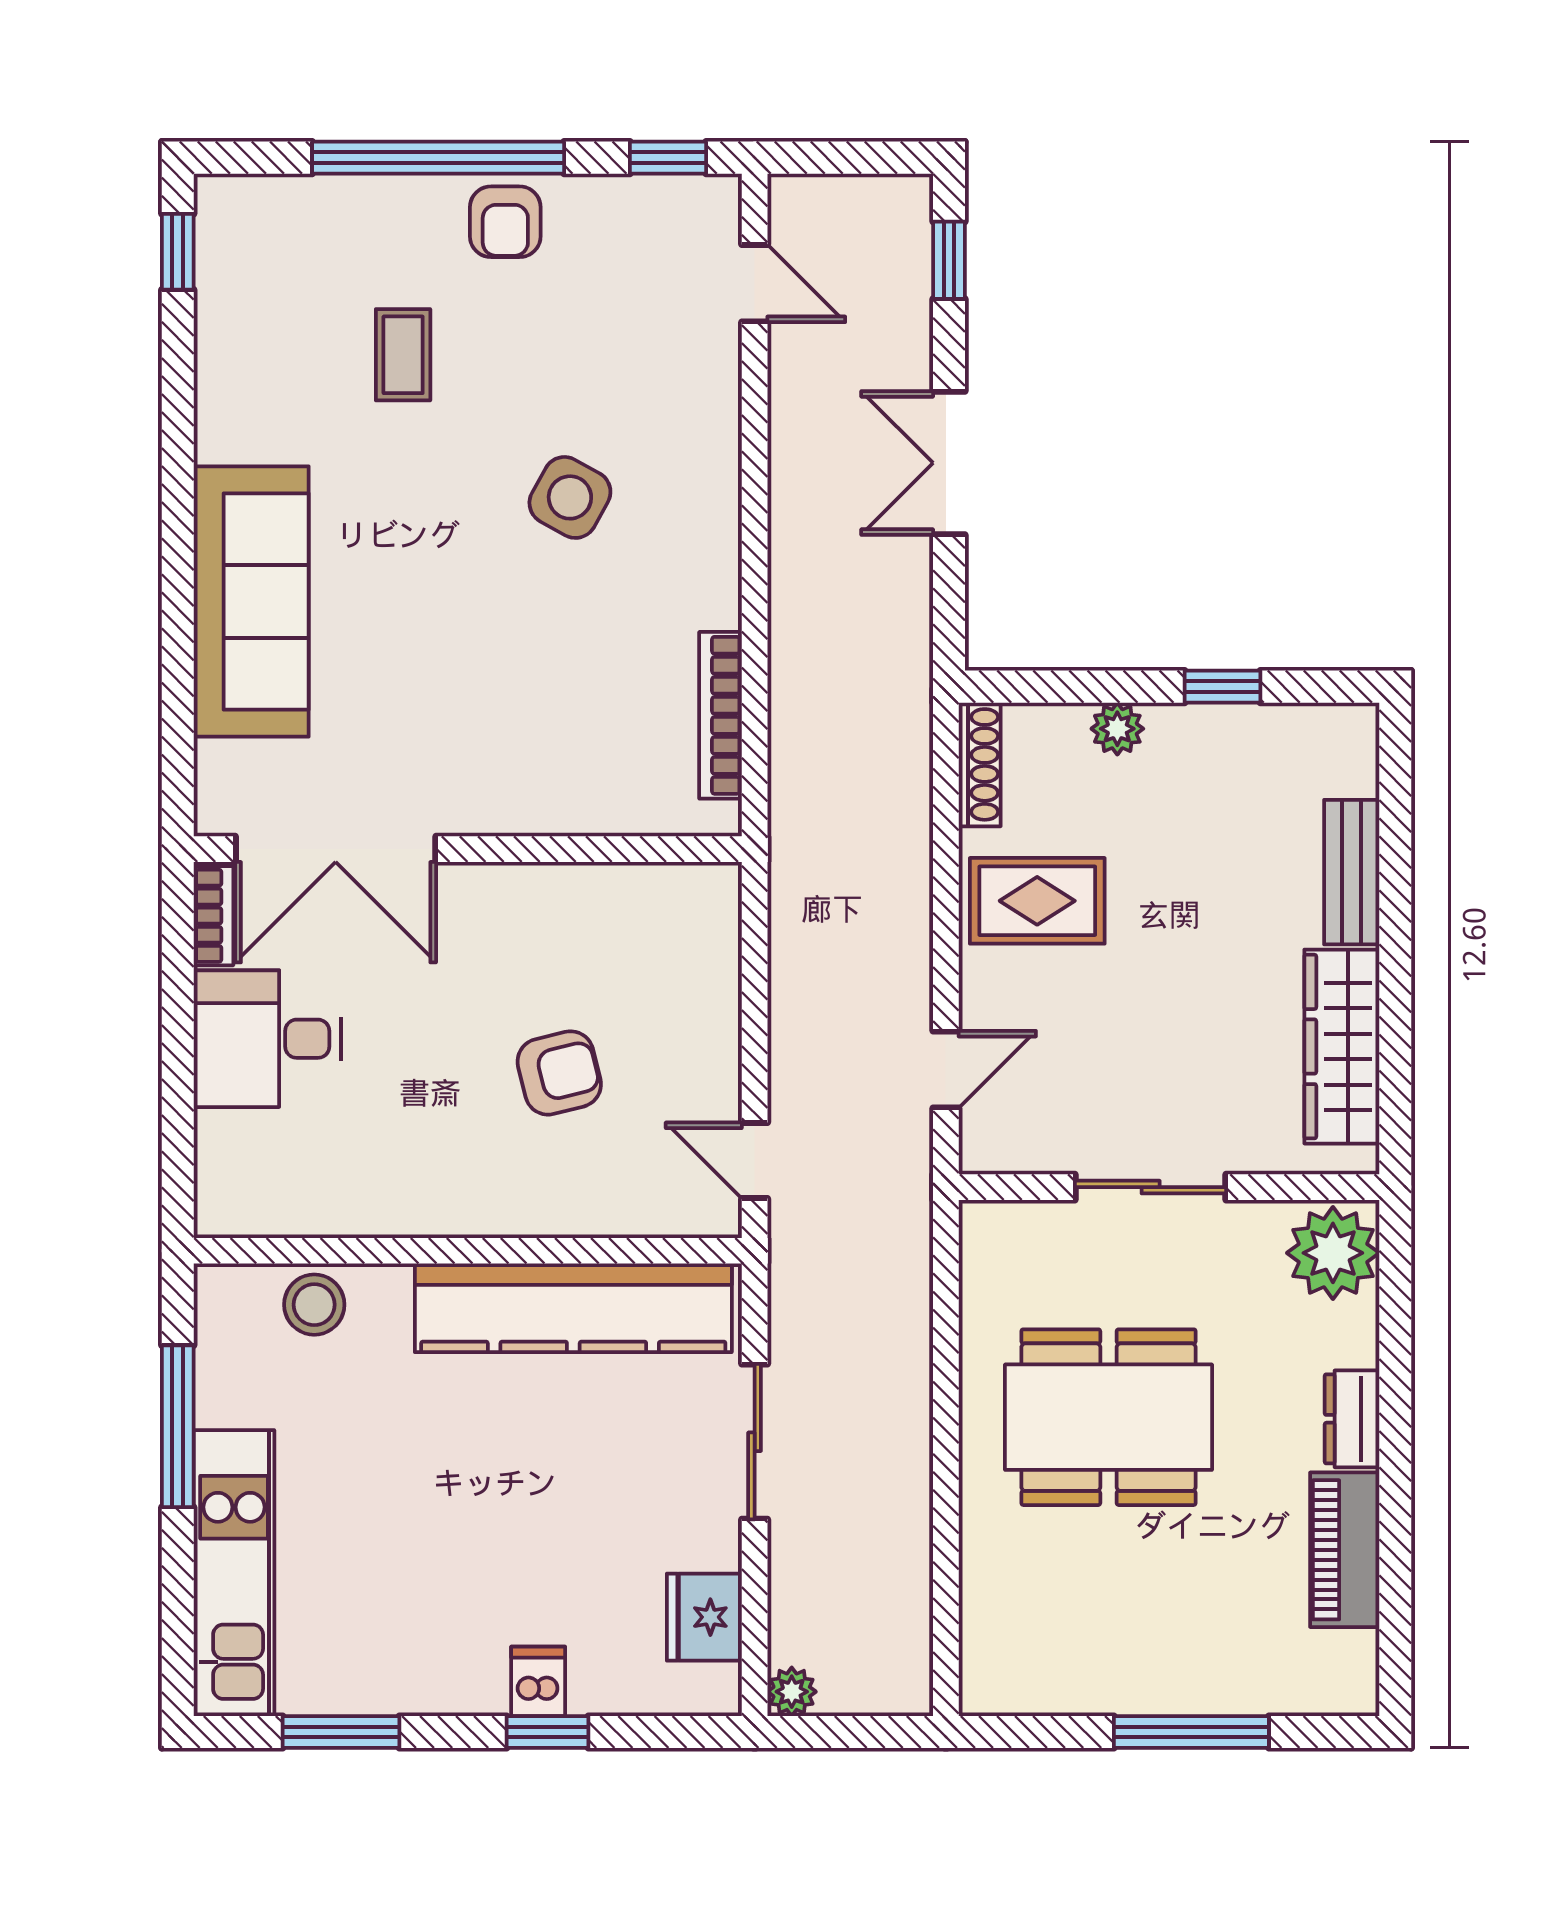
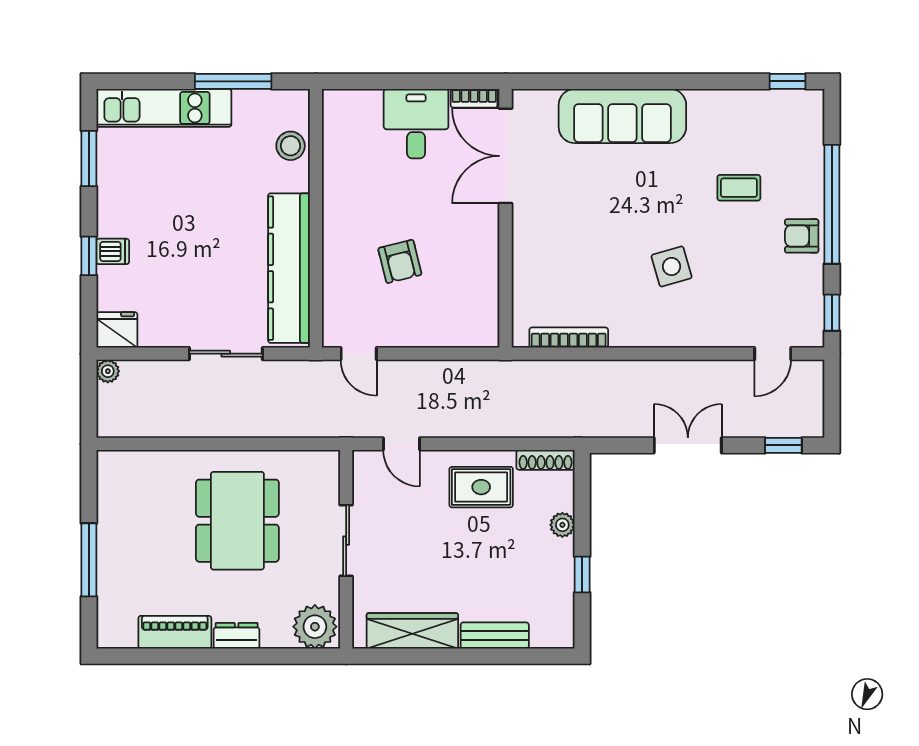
side table: (570, 497) -> (672, 266), turned 45
rug: (1037, 901) -> (481, 487), turned 90
door: (755, 1161) -> (359, 354), swing flipped
fridge: (704, 1617) -> (117, 330), moved

